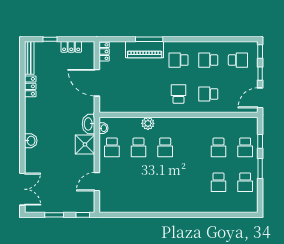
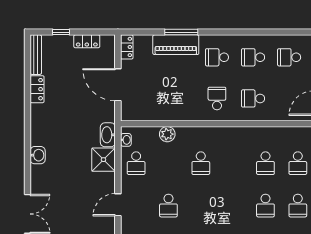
school desk: (238, 60) -> (289, 57), turned 180
plant: (148, 123) -> (167, 134), moved
school desk: (139, 147) -> (168, 206), moved

